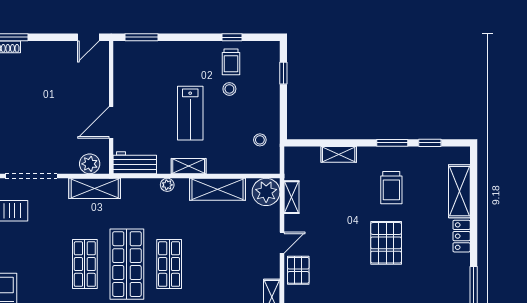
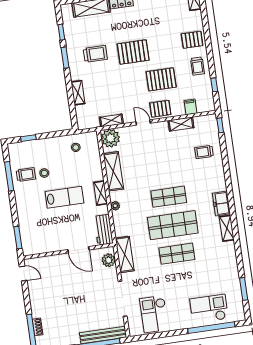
window: (232, 37) -> (9, 176), width x2.17
pallet: (341, 278) -> (161, 79), added

